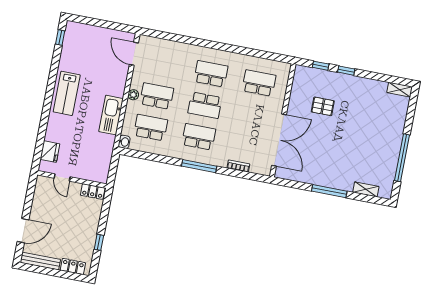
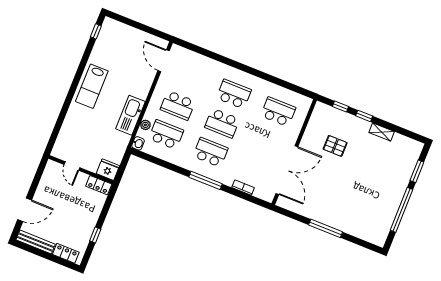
shelving: (400, 90) -> (382, 132), moved
plant: (133, 95) -> (145, 125), moved
school desk: (157, 96) -> (178, 105), turned 180
window: (410, 116) -> (417, 171), added
fridge: (50, 152) -> (108, 170), moved, turned -90
shelving: (366, 189) -> (361, 233), removed

